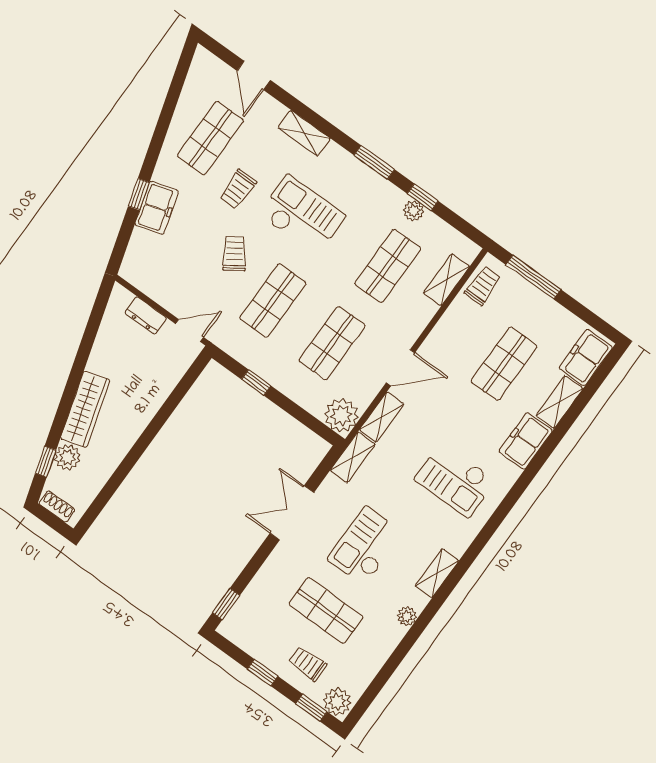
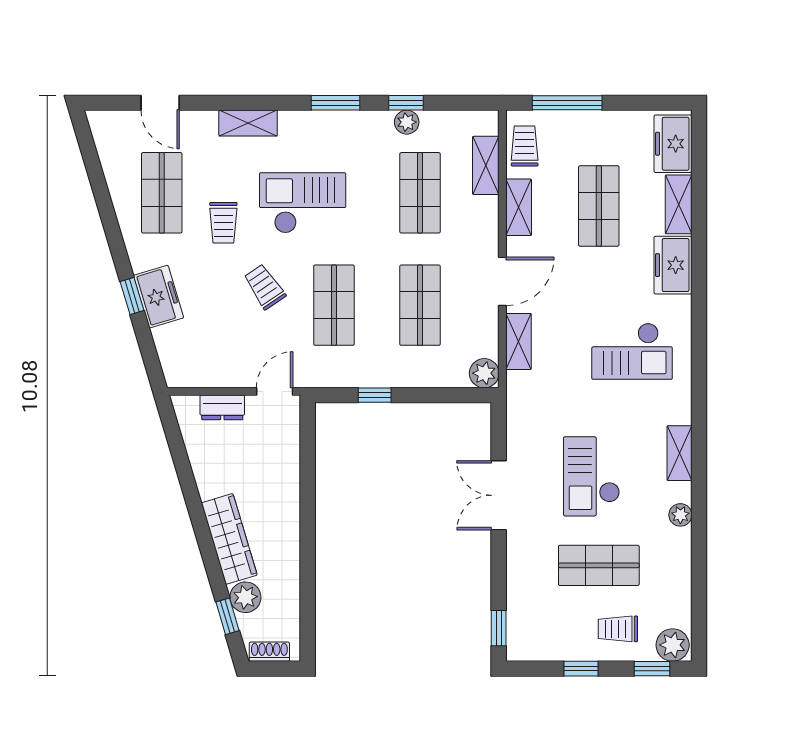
plant: (341, 415) -> (484, 373), width x0.73, depth x0.73
shelving: (353, 457) -> (519, 207), moved

